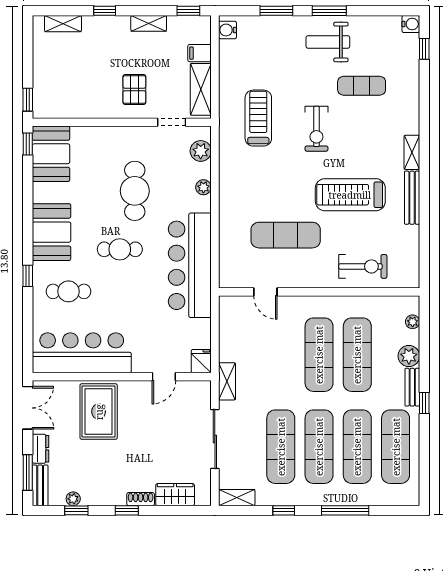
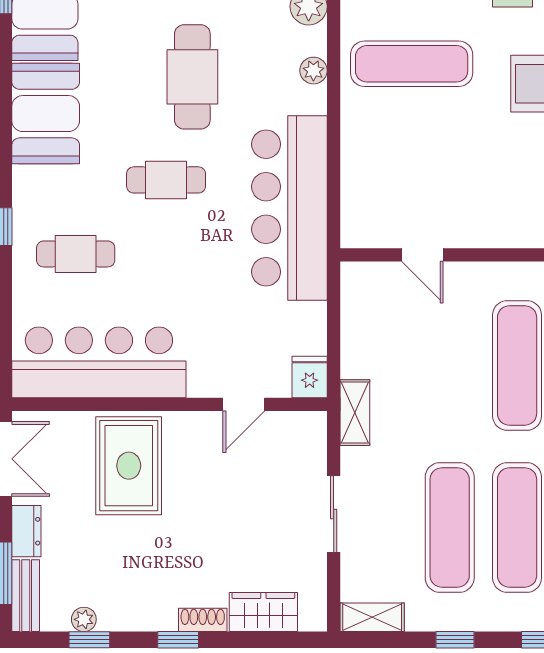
booth: (51, 232) -> (46, 114), moved
exercise mat: (286, 235) -> (412, 64), moved
sliding door: (215, 439) -> (334, 514), width x0.73

